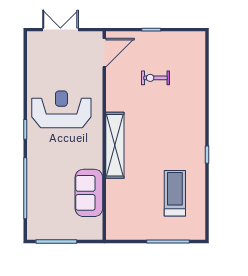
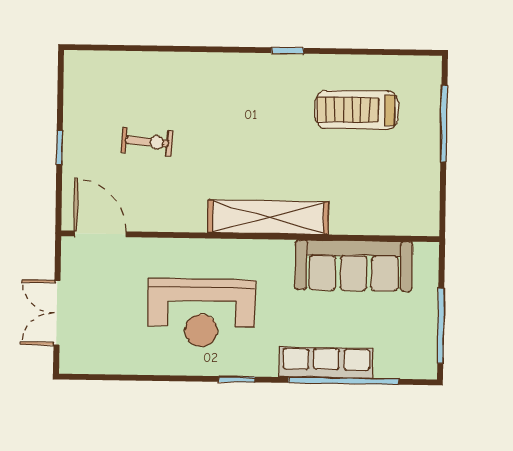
exercise bike: (155, 78) -> (147, 142), turned -86
reception desk: (61, 109) -> (202, 313), turned -90
row of seats: (35, 179) -> (326, 363), added
sofa: (89, 193) -> (354, 266), width x1.36

